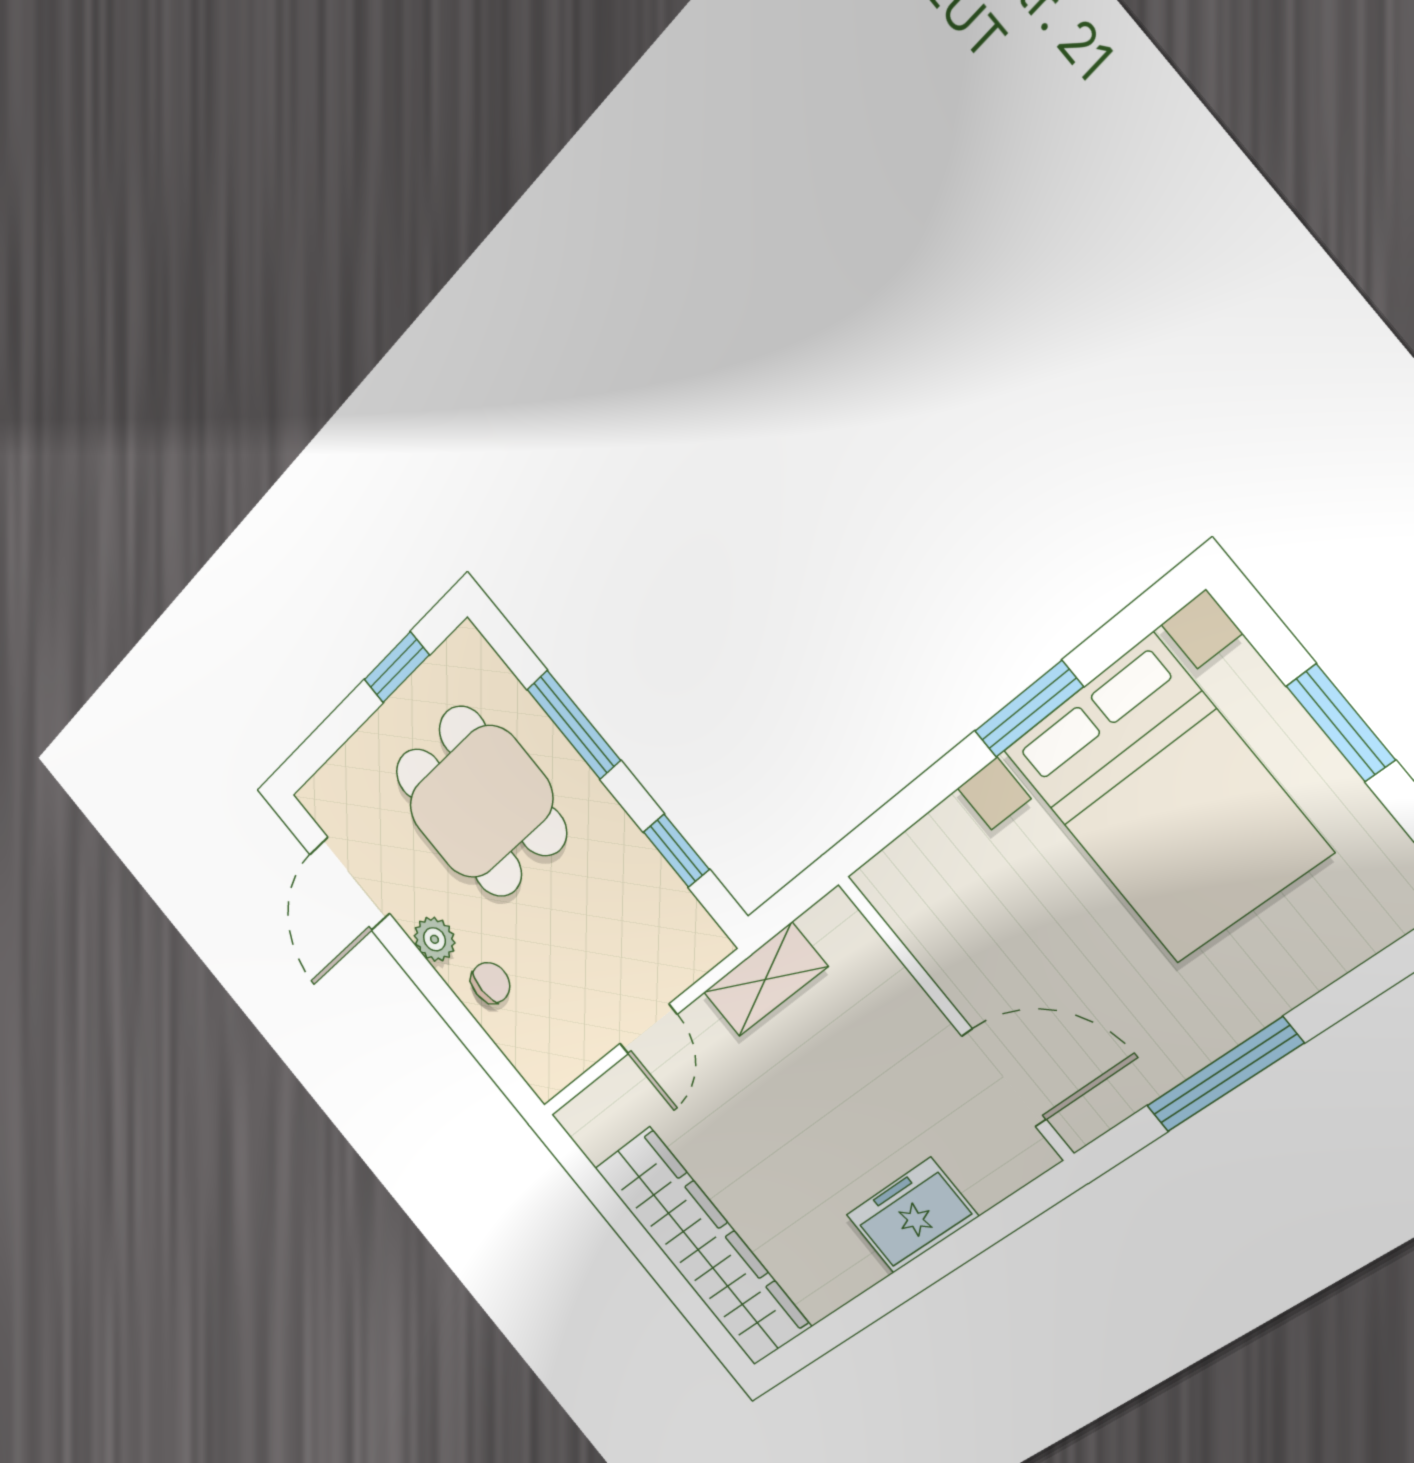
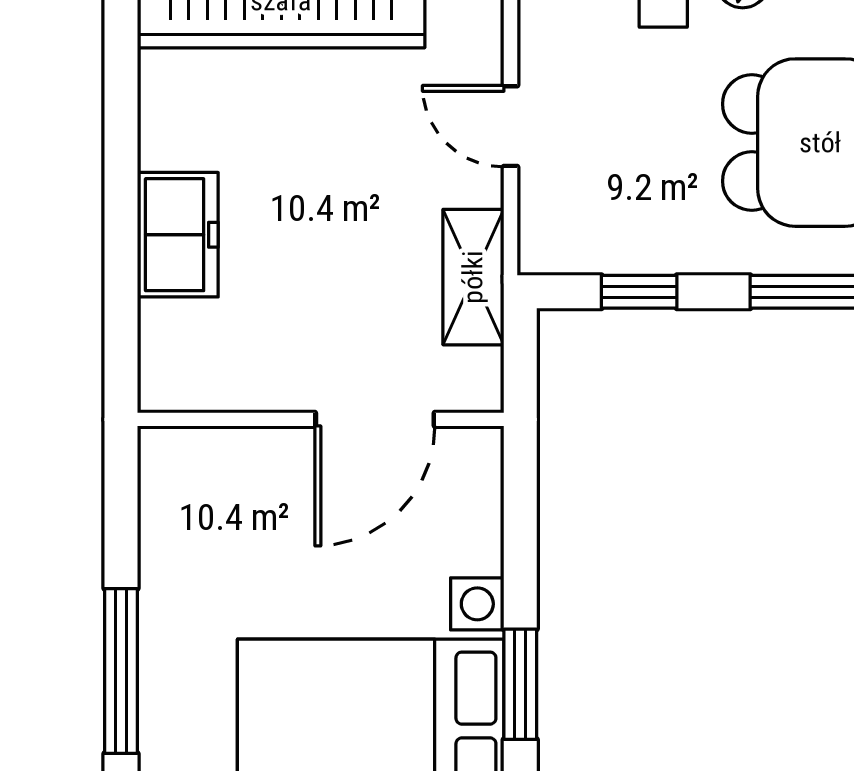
window: (1224, 1075) -> (121, 671), moved
door: (1004, 1078) -> (375, 419), moved

